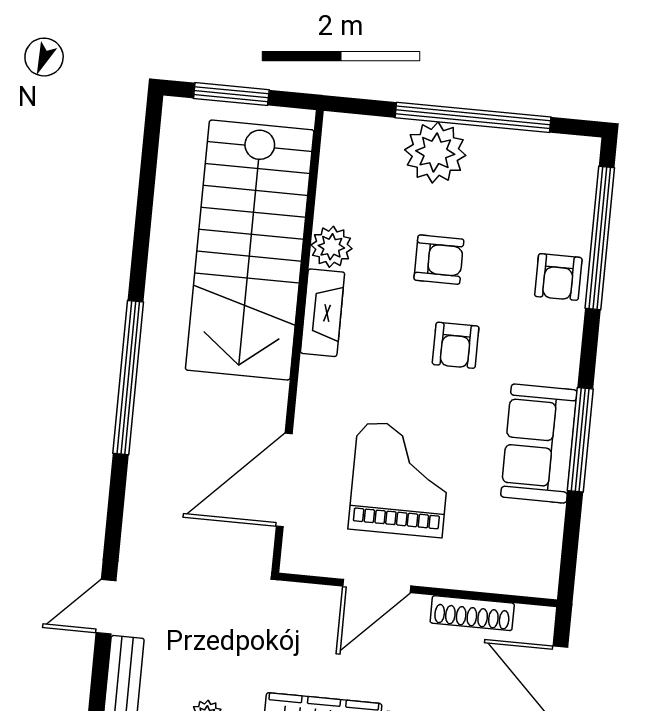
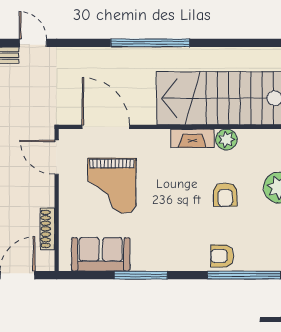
armchair: (456, 345) -> (182, 207), removed
sofa: (539, 444) -> (101, 254), moved
grand piano: (400, 479) -> (112, 186), turned 90
door: (377, 586) -> (57, 157), moved

